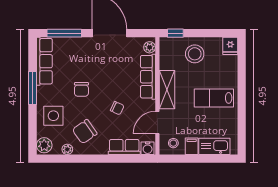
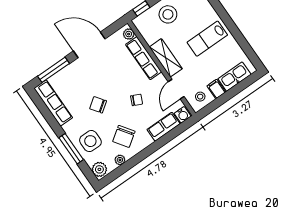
window: (32, 88) -> (71, 149), moved
chair: (81, 89) -> (98, 105), turned 144

